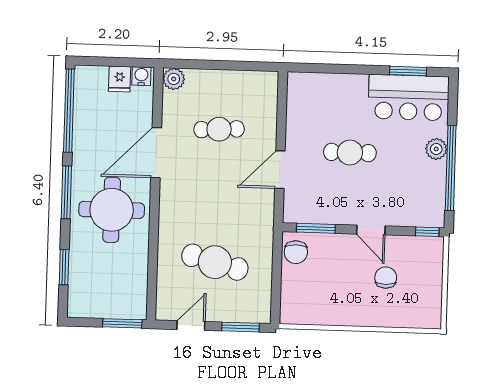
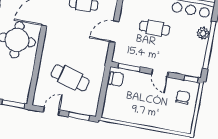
chair: (296, 252) -> (116, 79), turned -90
chair: (386, 278) -> (183, 97), moved

